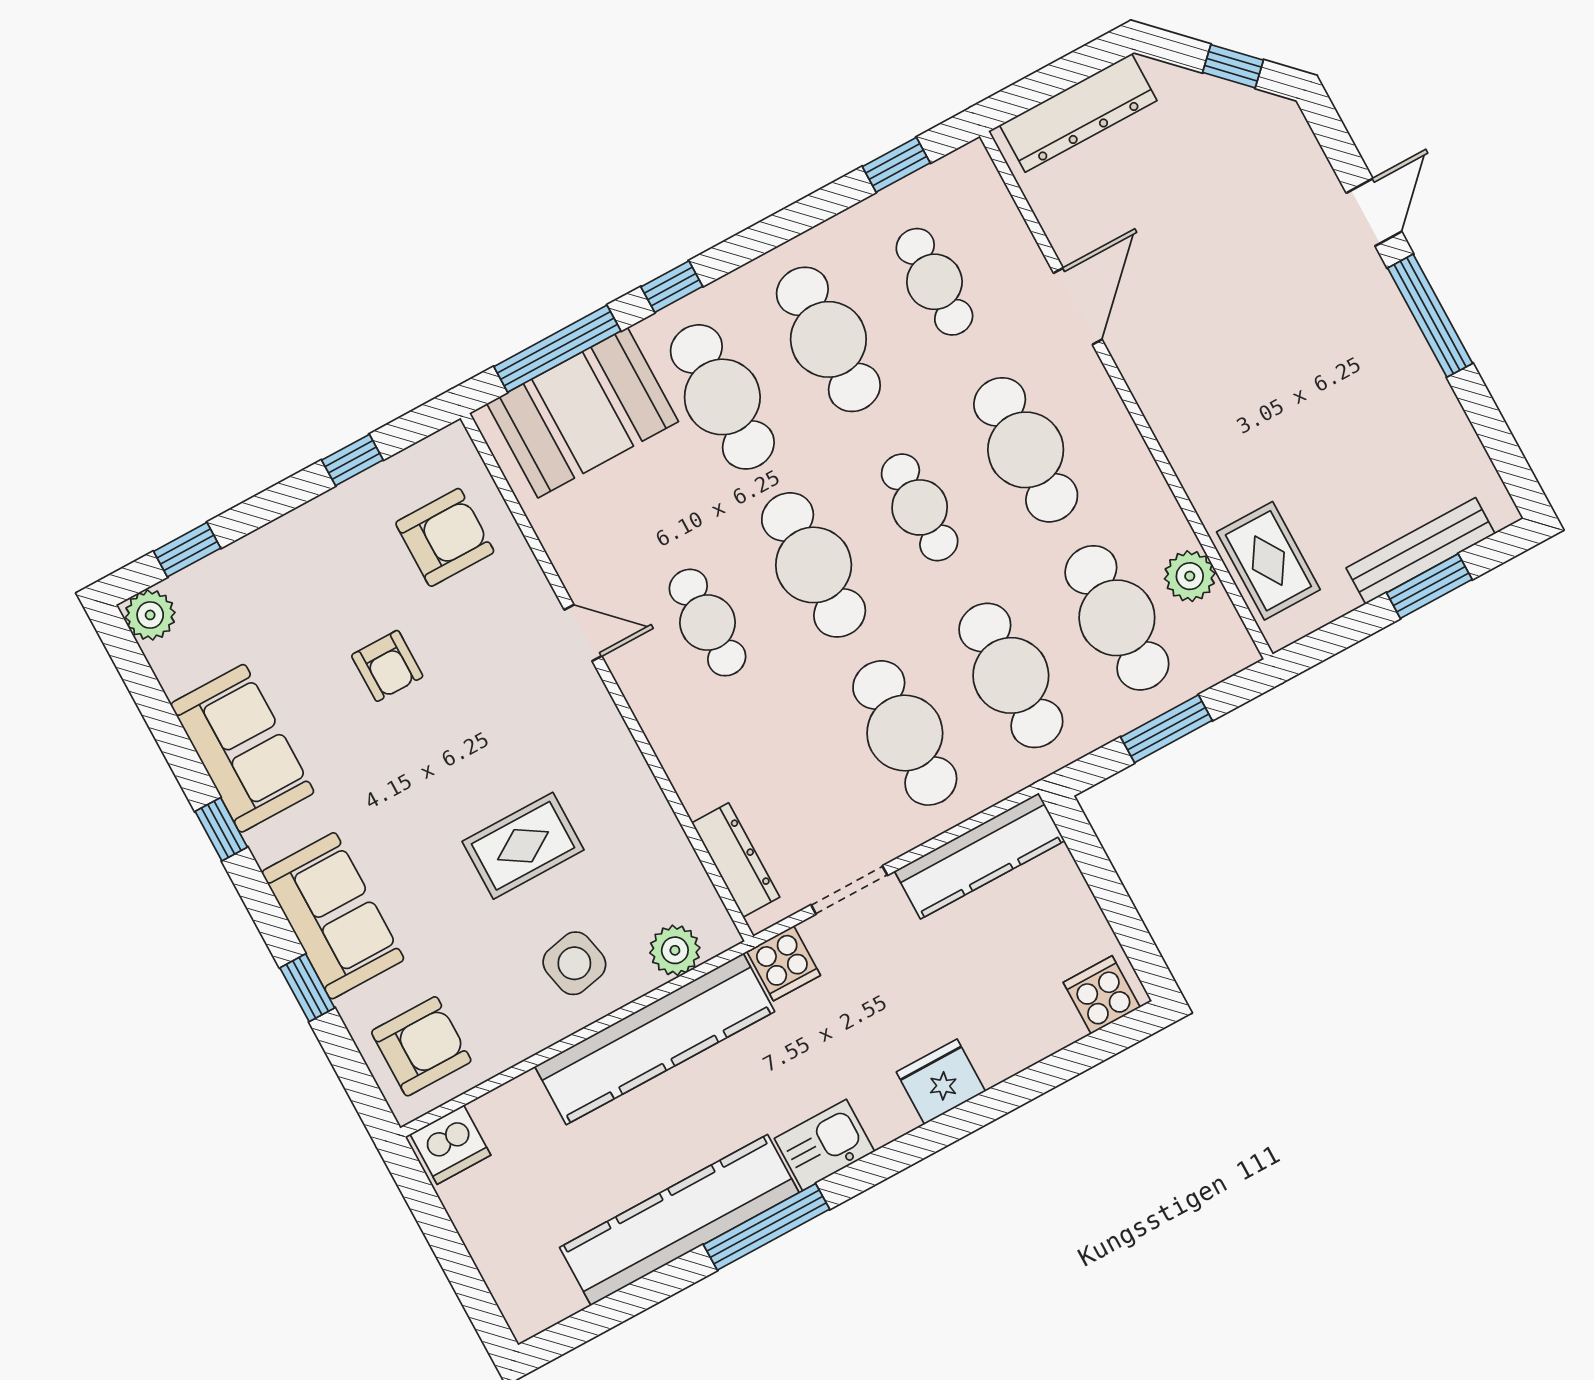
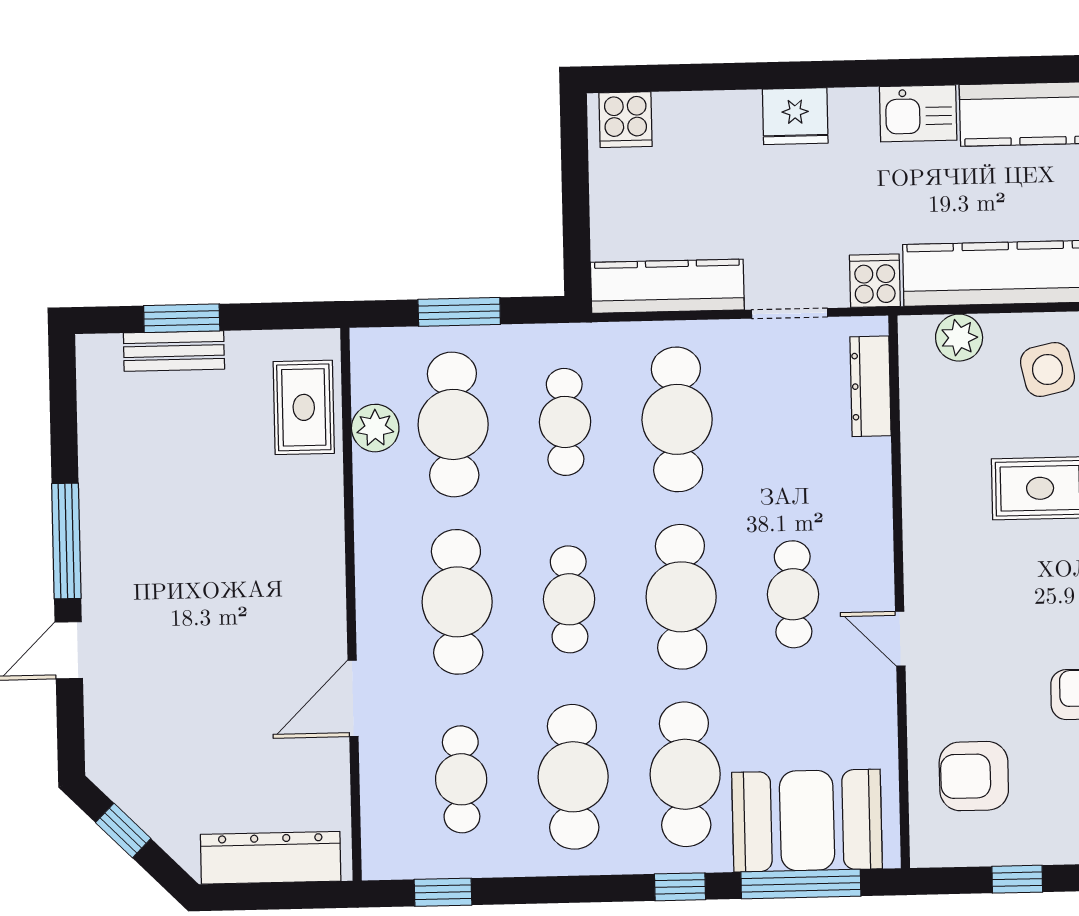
bench: (1421, 551) -> (174, 351), width x0.73
cafe table: (1011, 675) -> (565, 422), width x0.73, depth x0.74
window: (767, 1227) -> (1001, 70), removed

